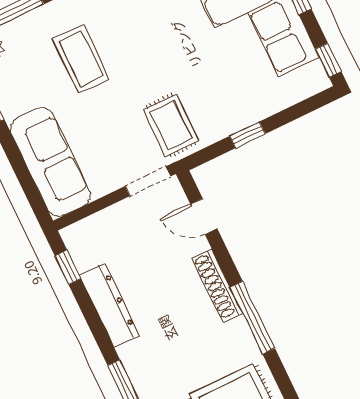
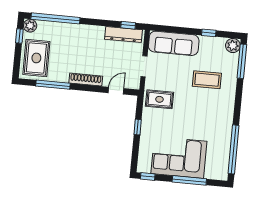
doorway: (148, 181) -> (144, 66), moved
dresser: (109, 305) -> (123, 34), moved
window: (253, 318) -> (53, 85), moved

